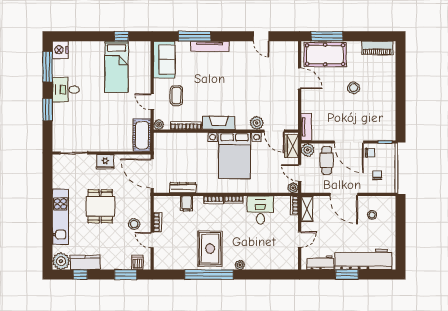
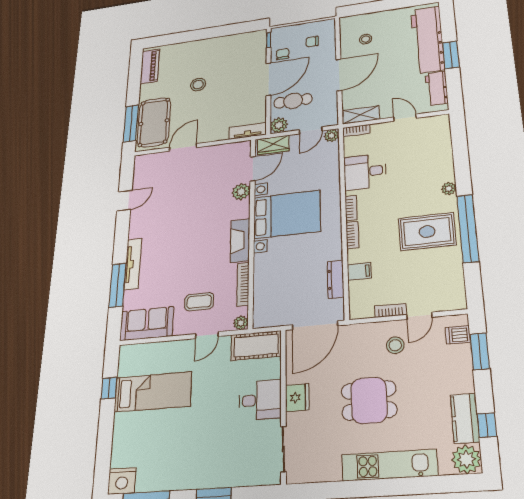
desk: (66, 90) -> (260, 400), moved, turned -90

